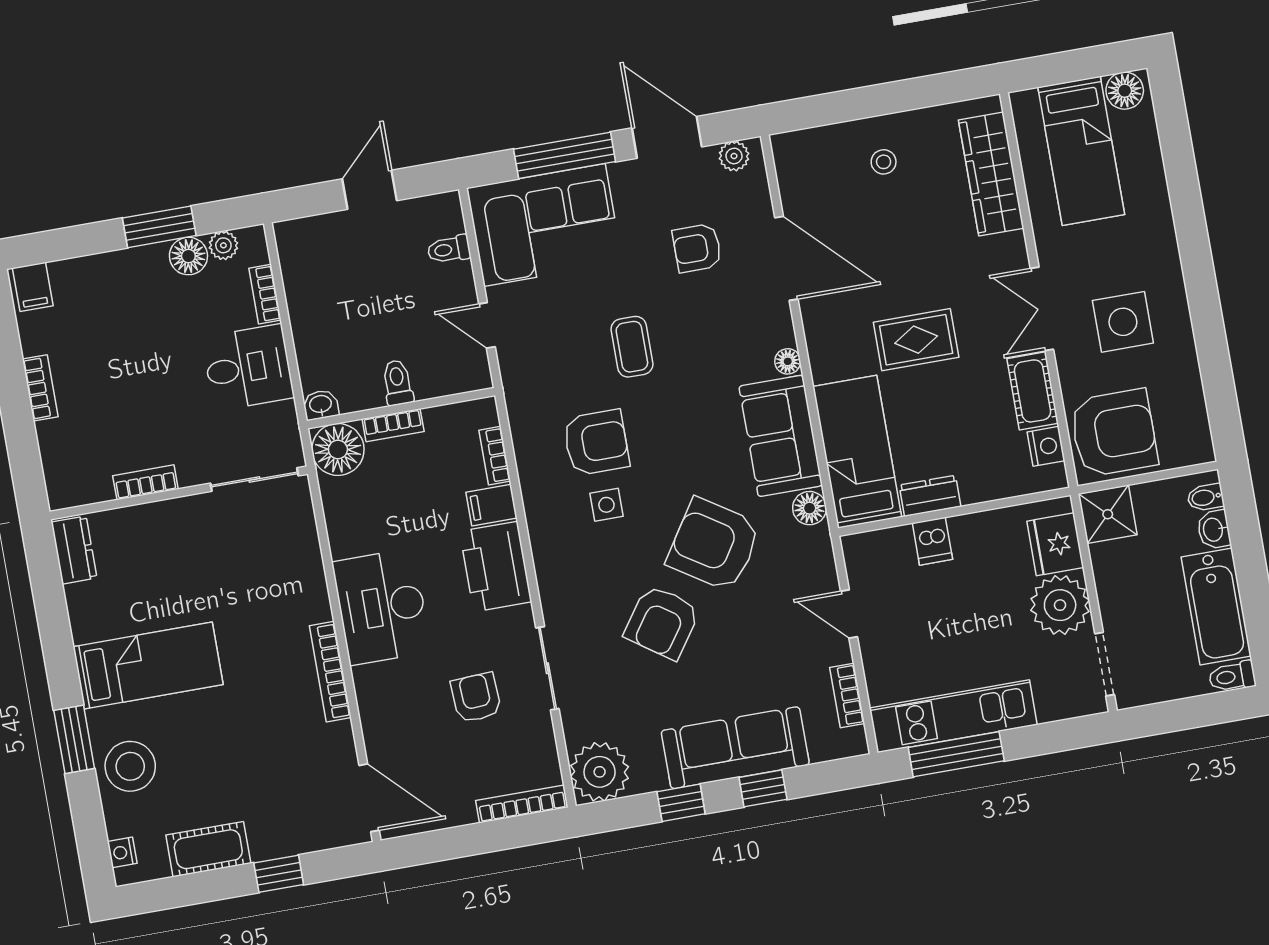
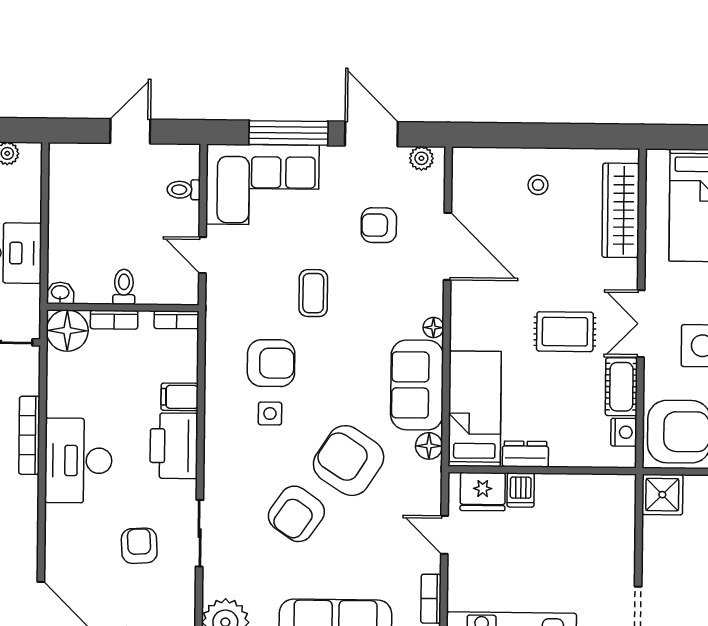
bookcase: (265, 294) -> (33, 198), removed
rug: (916, 340) -> (565, 332), moved
bookcase: (495, 456) -> (177, 320), moved, turned -90
fridge: (1055, 544) -> (483, 492), moved, turned -90
plant: (1060, 605) -> (611, 559), removed
bookcase: (330, 672) -> (29, 435), moved

